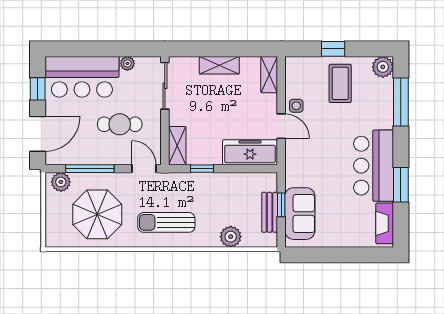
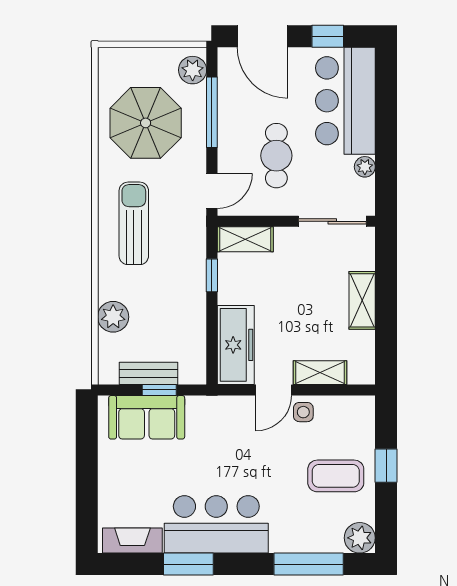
shelving: (269, 75) -> (320, 373), moved

